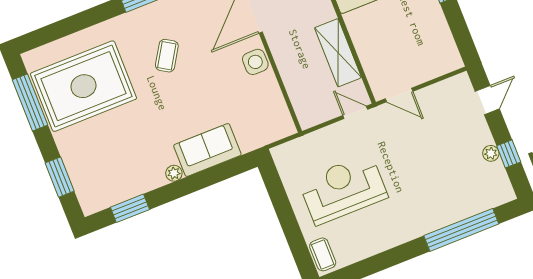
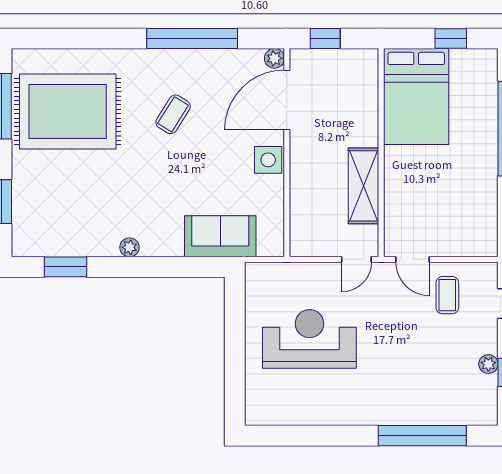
door: (355, 112) -> (356, 259), swing flipped
sofa: (207, 150) -> (220, 236), moved
coffee table: (323, 254) -> (447, 295), moved

